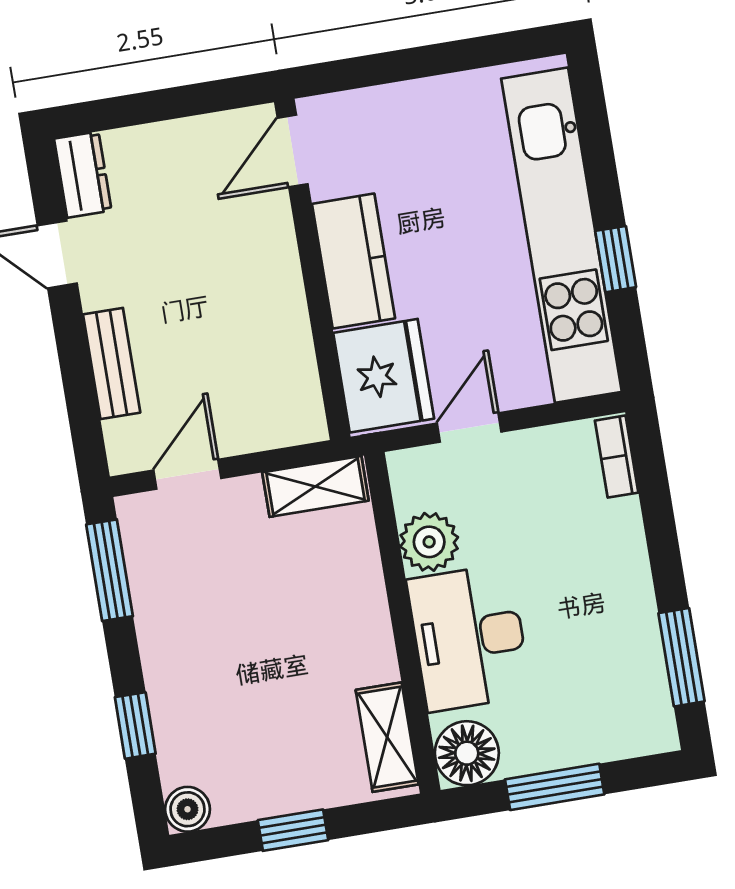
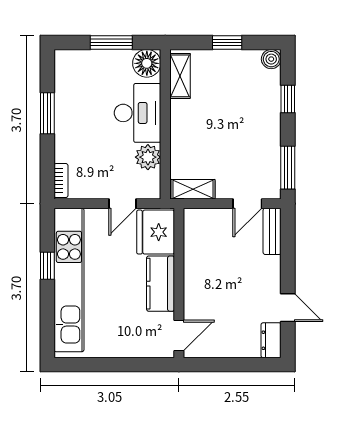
bench: (112, 364) -> (272, 231), moved
window: (682, 657) -> (47, 113), moved

